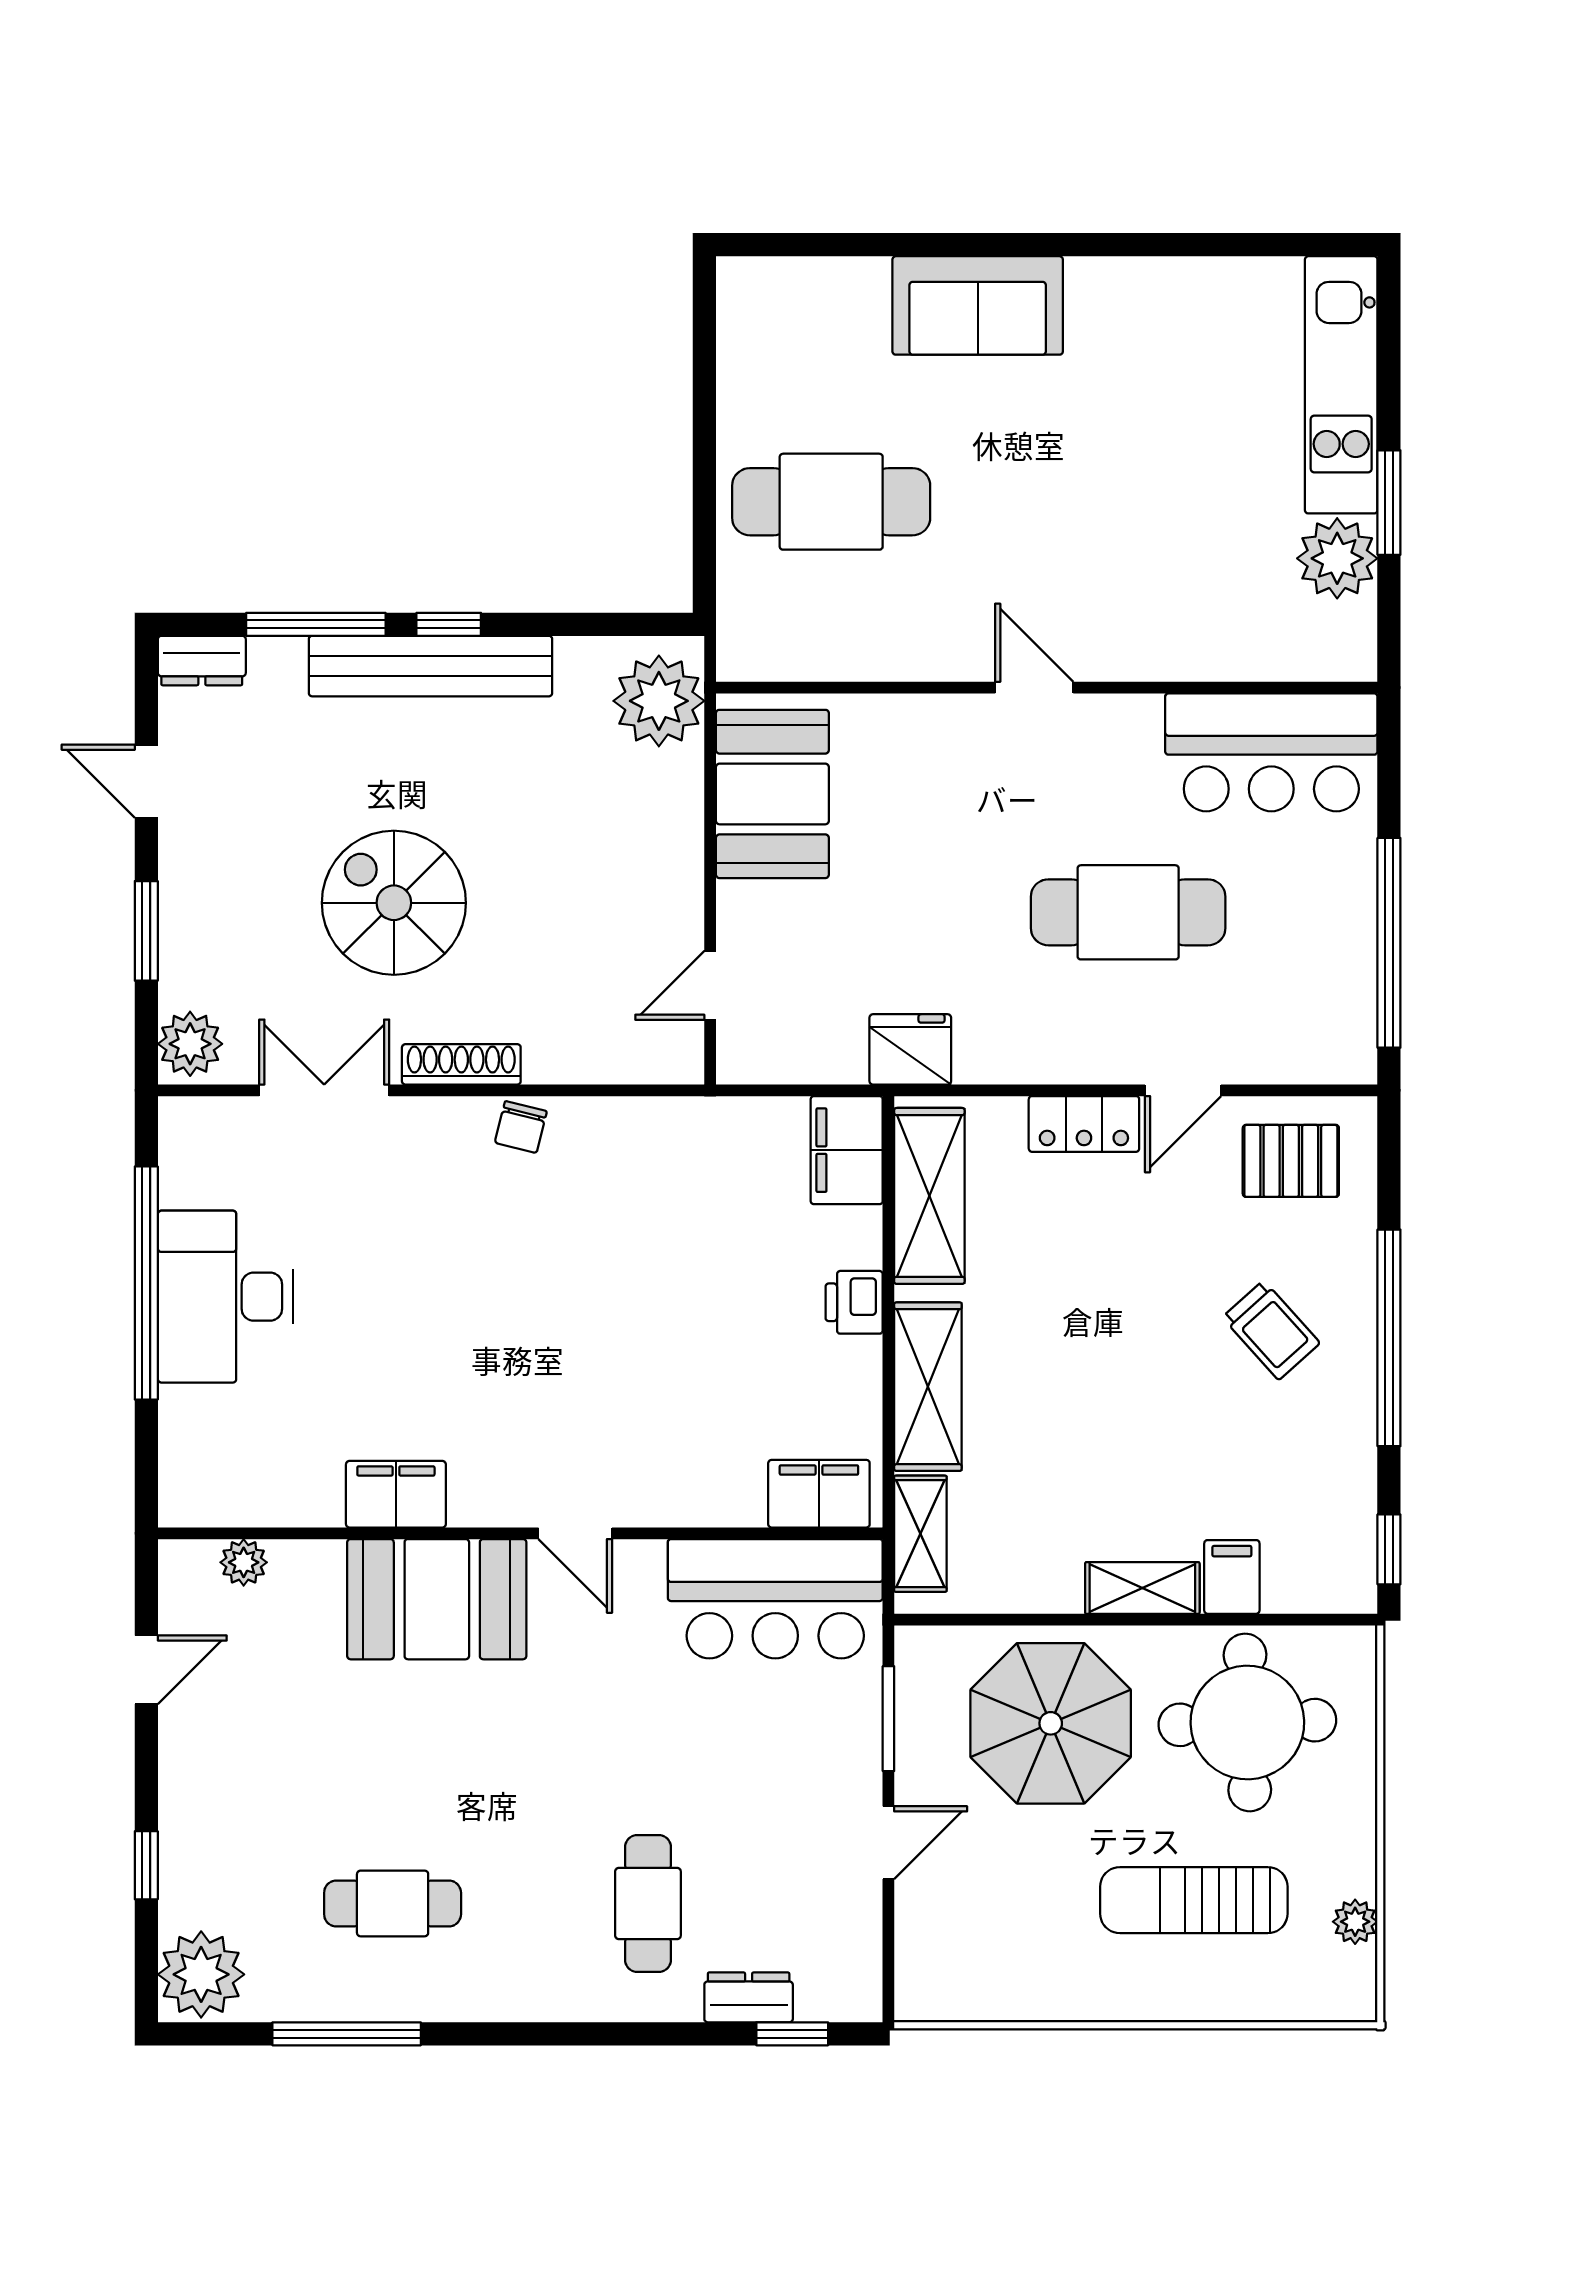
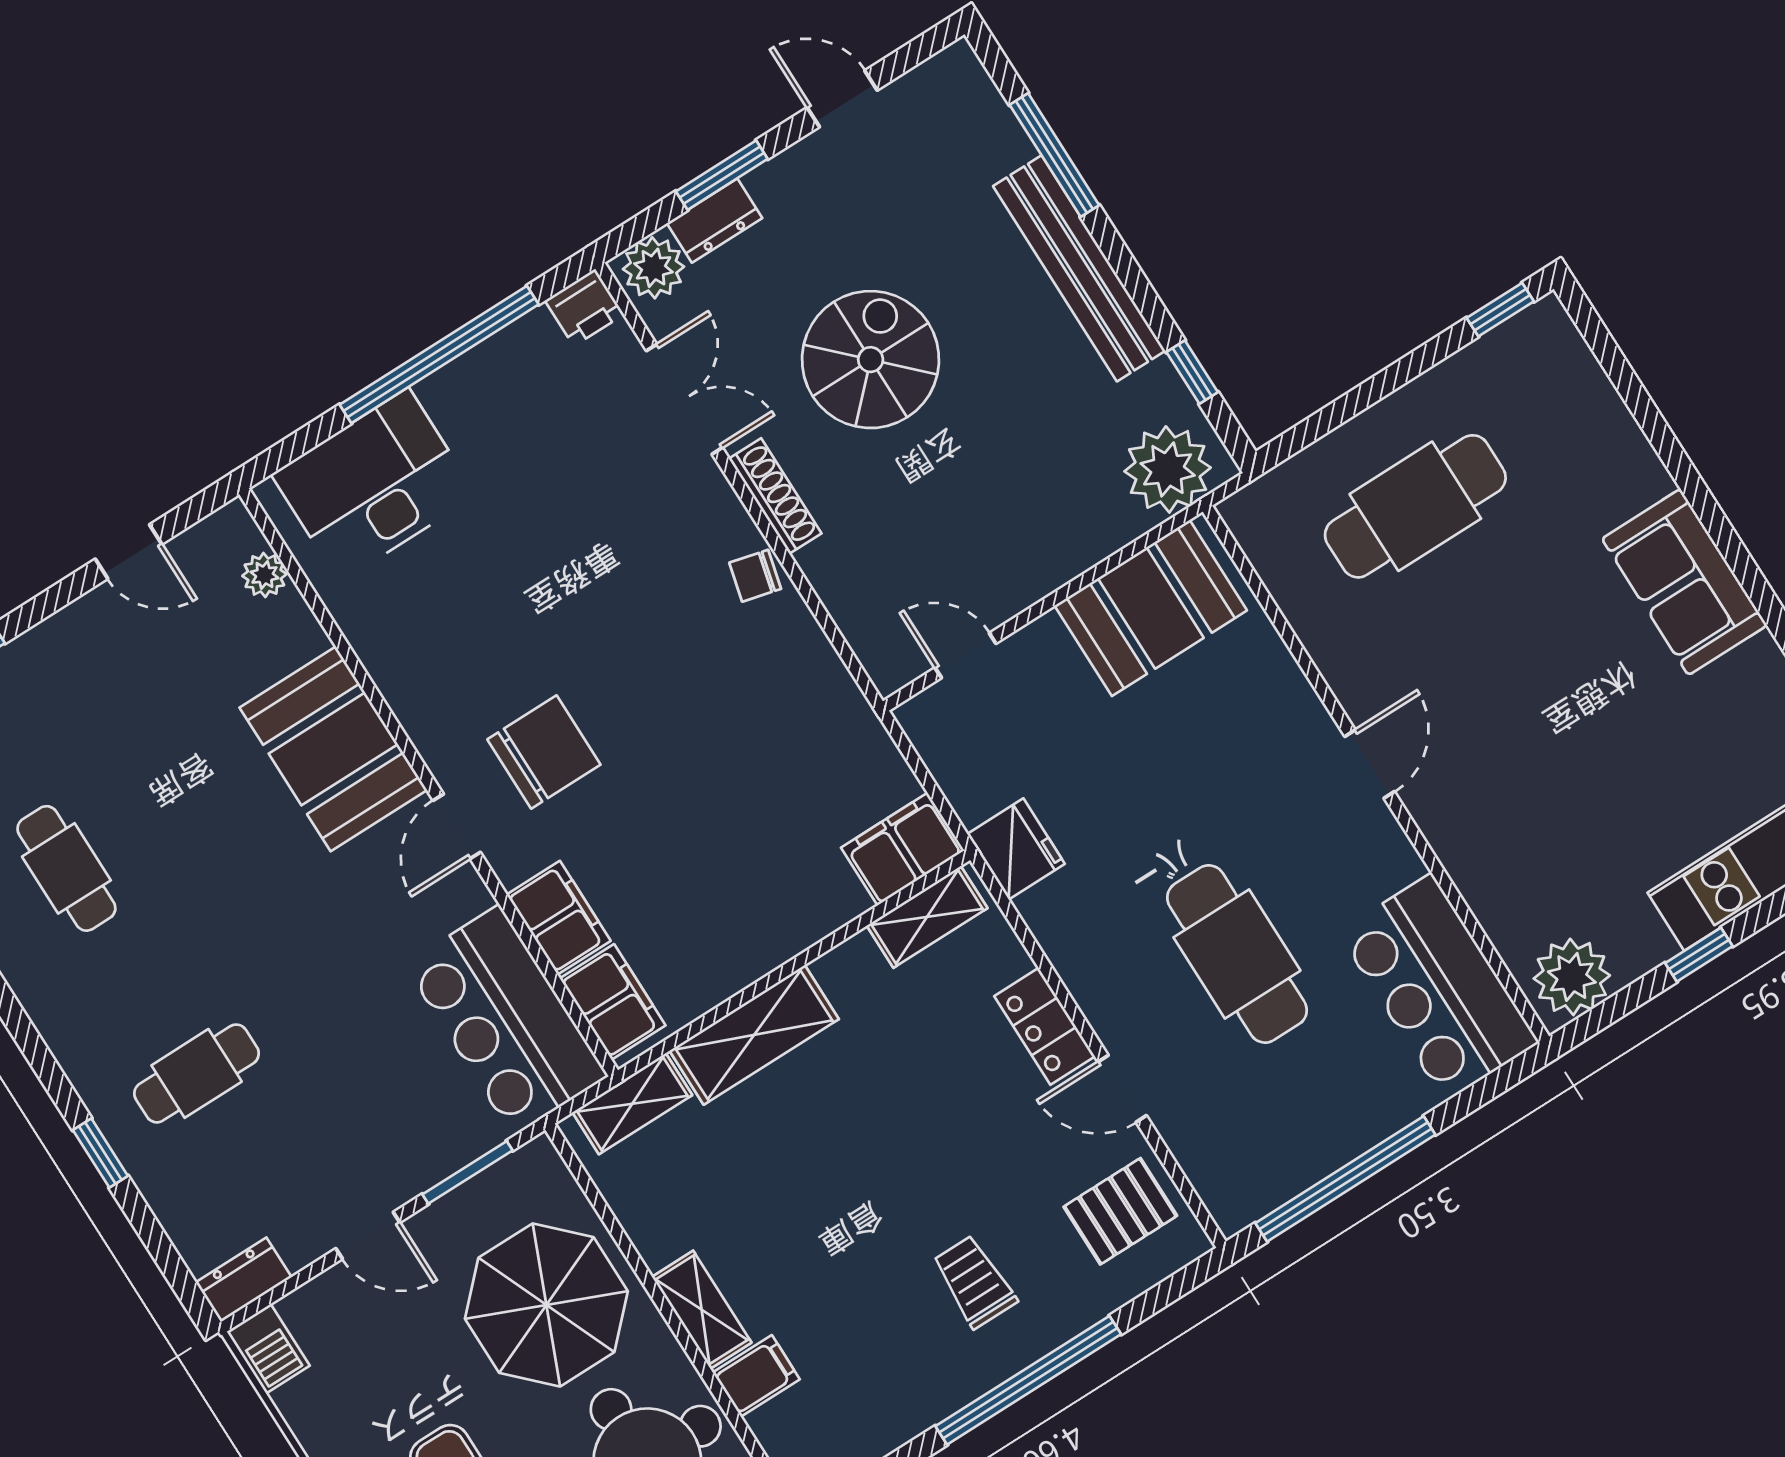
sofa: (978, 305) -> (1684, 582), moved
window: (704, 315) -> (1500, 310), added
cafe table: (831, 502) -> (1415, 506), turned 90
window: (1389, 503) -> (1699, 955), width x0.67
plant: (1337, 558) -> (1572, 977), moved
window: (449, 624) -> (1192, 372), moved
dresser: (202, 661) -> (715, 221), moved, turned -90
door: (146, 781) -> (842, 99), hinge flipped
pallet: (1291, 1161) -> (1120, 1211), turned 90
shelving: (929, 1196) -> (927, 917), width x0.67, depth x0.75
desk: (225, 1297) -> (374, 485), moved
printer: (854, 1302) -> (584, 307), moved, turned 180
trolley: (1271, 1330) -> (974, 1282), turned 132
chair: (558, 1414) -> (544, 752), added
filing cabinet: (396, 1494) -> (559, 918), moved
barbecue: (933, 1995) -> (268, 1349), added
dresser: (749, 1997) -> (244, 1280), moved, turned -90
window: (792, 2034) -> (100, 1153), moved

